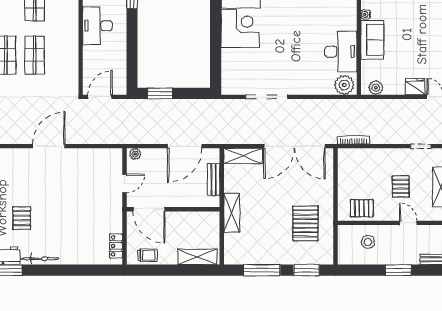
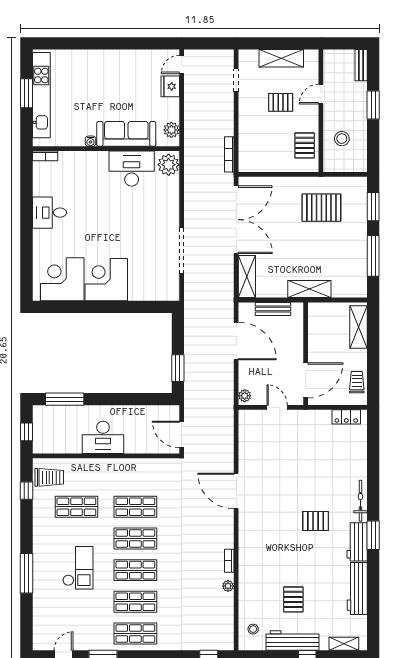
sofa: (372, 40) -> (126, 134), width x1.36

